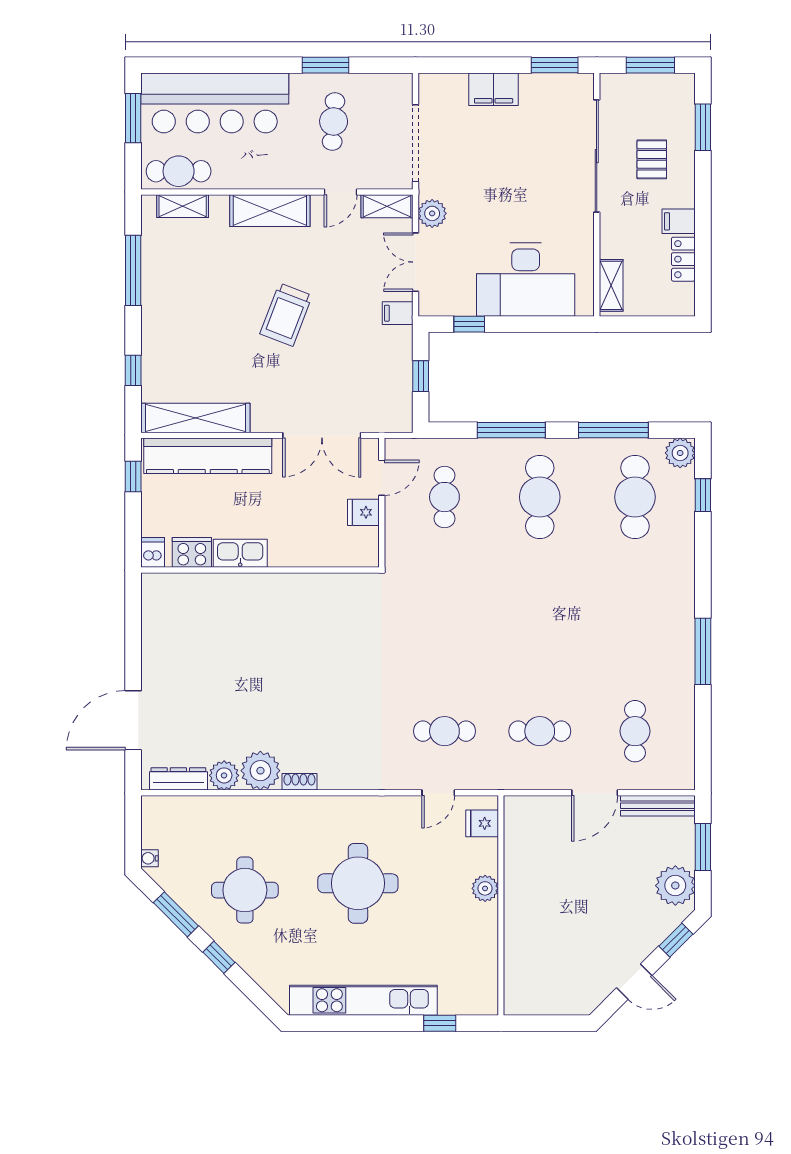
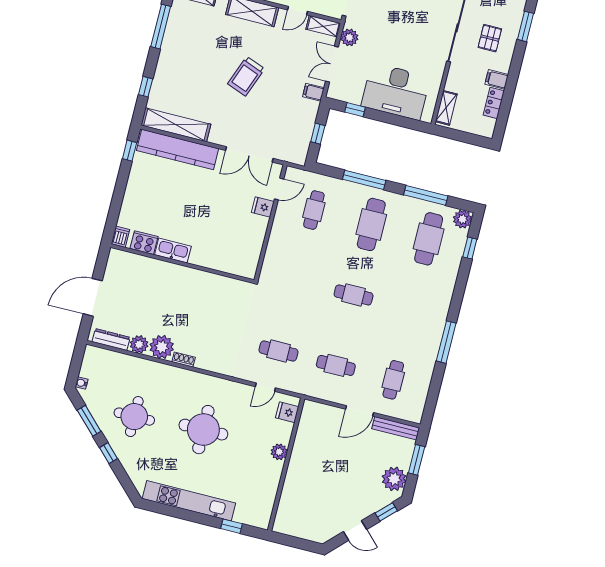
dishwasher: (153, 552) -> (120, 237), moved
cooker: (192, 552) -> (144, 243), moved
kitchen sink: (240, 553) -> (173, 250), moved
wall: (260, 570) -> (182, 264), moved
cafe table: (540, 614) -> (354, 295), added

